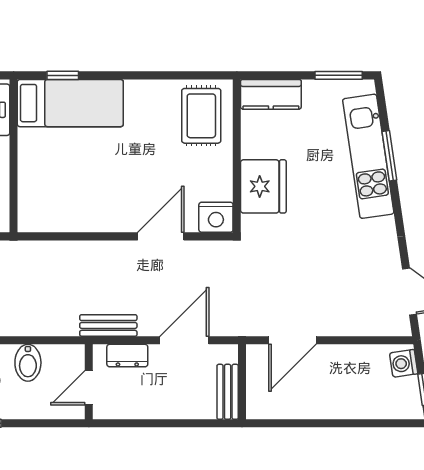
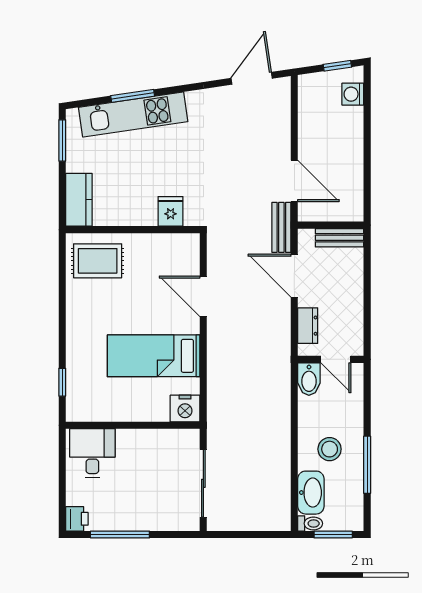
bed: (70, 103) -> (154, 356), moved, turned -90
fridge: (263, 186) -> (171, 211), width x0.53, depth x0.75
nightstand: (216, 217) -> (185, 409), moved, turned 90
bench: (108, 325) -> (281, 227), moved
bidet: (28, 363) -> (309, 379), moved, turned 90
washing machine: (404, 363) -> (353, 94), moved, turned 98

